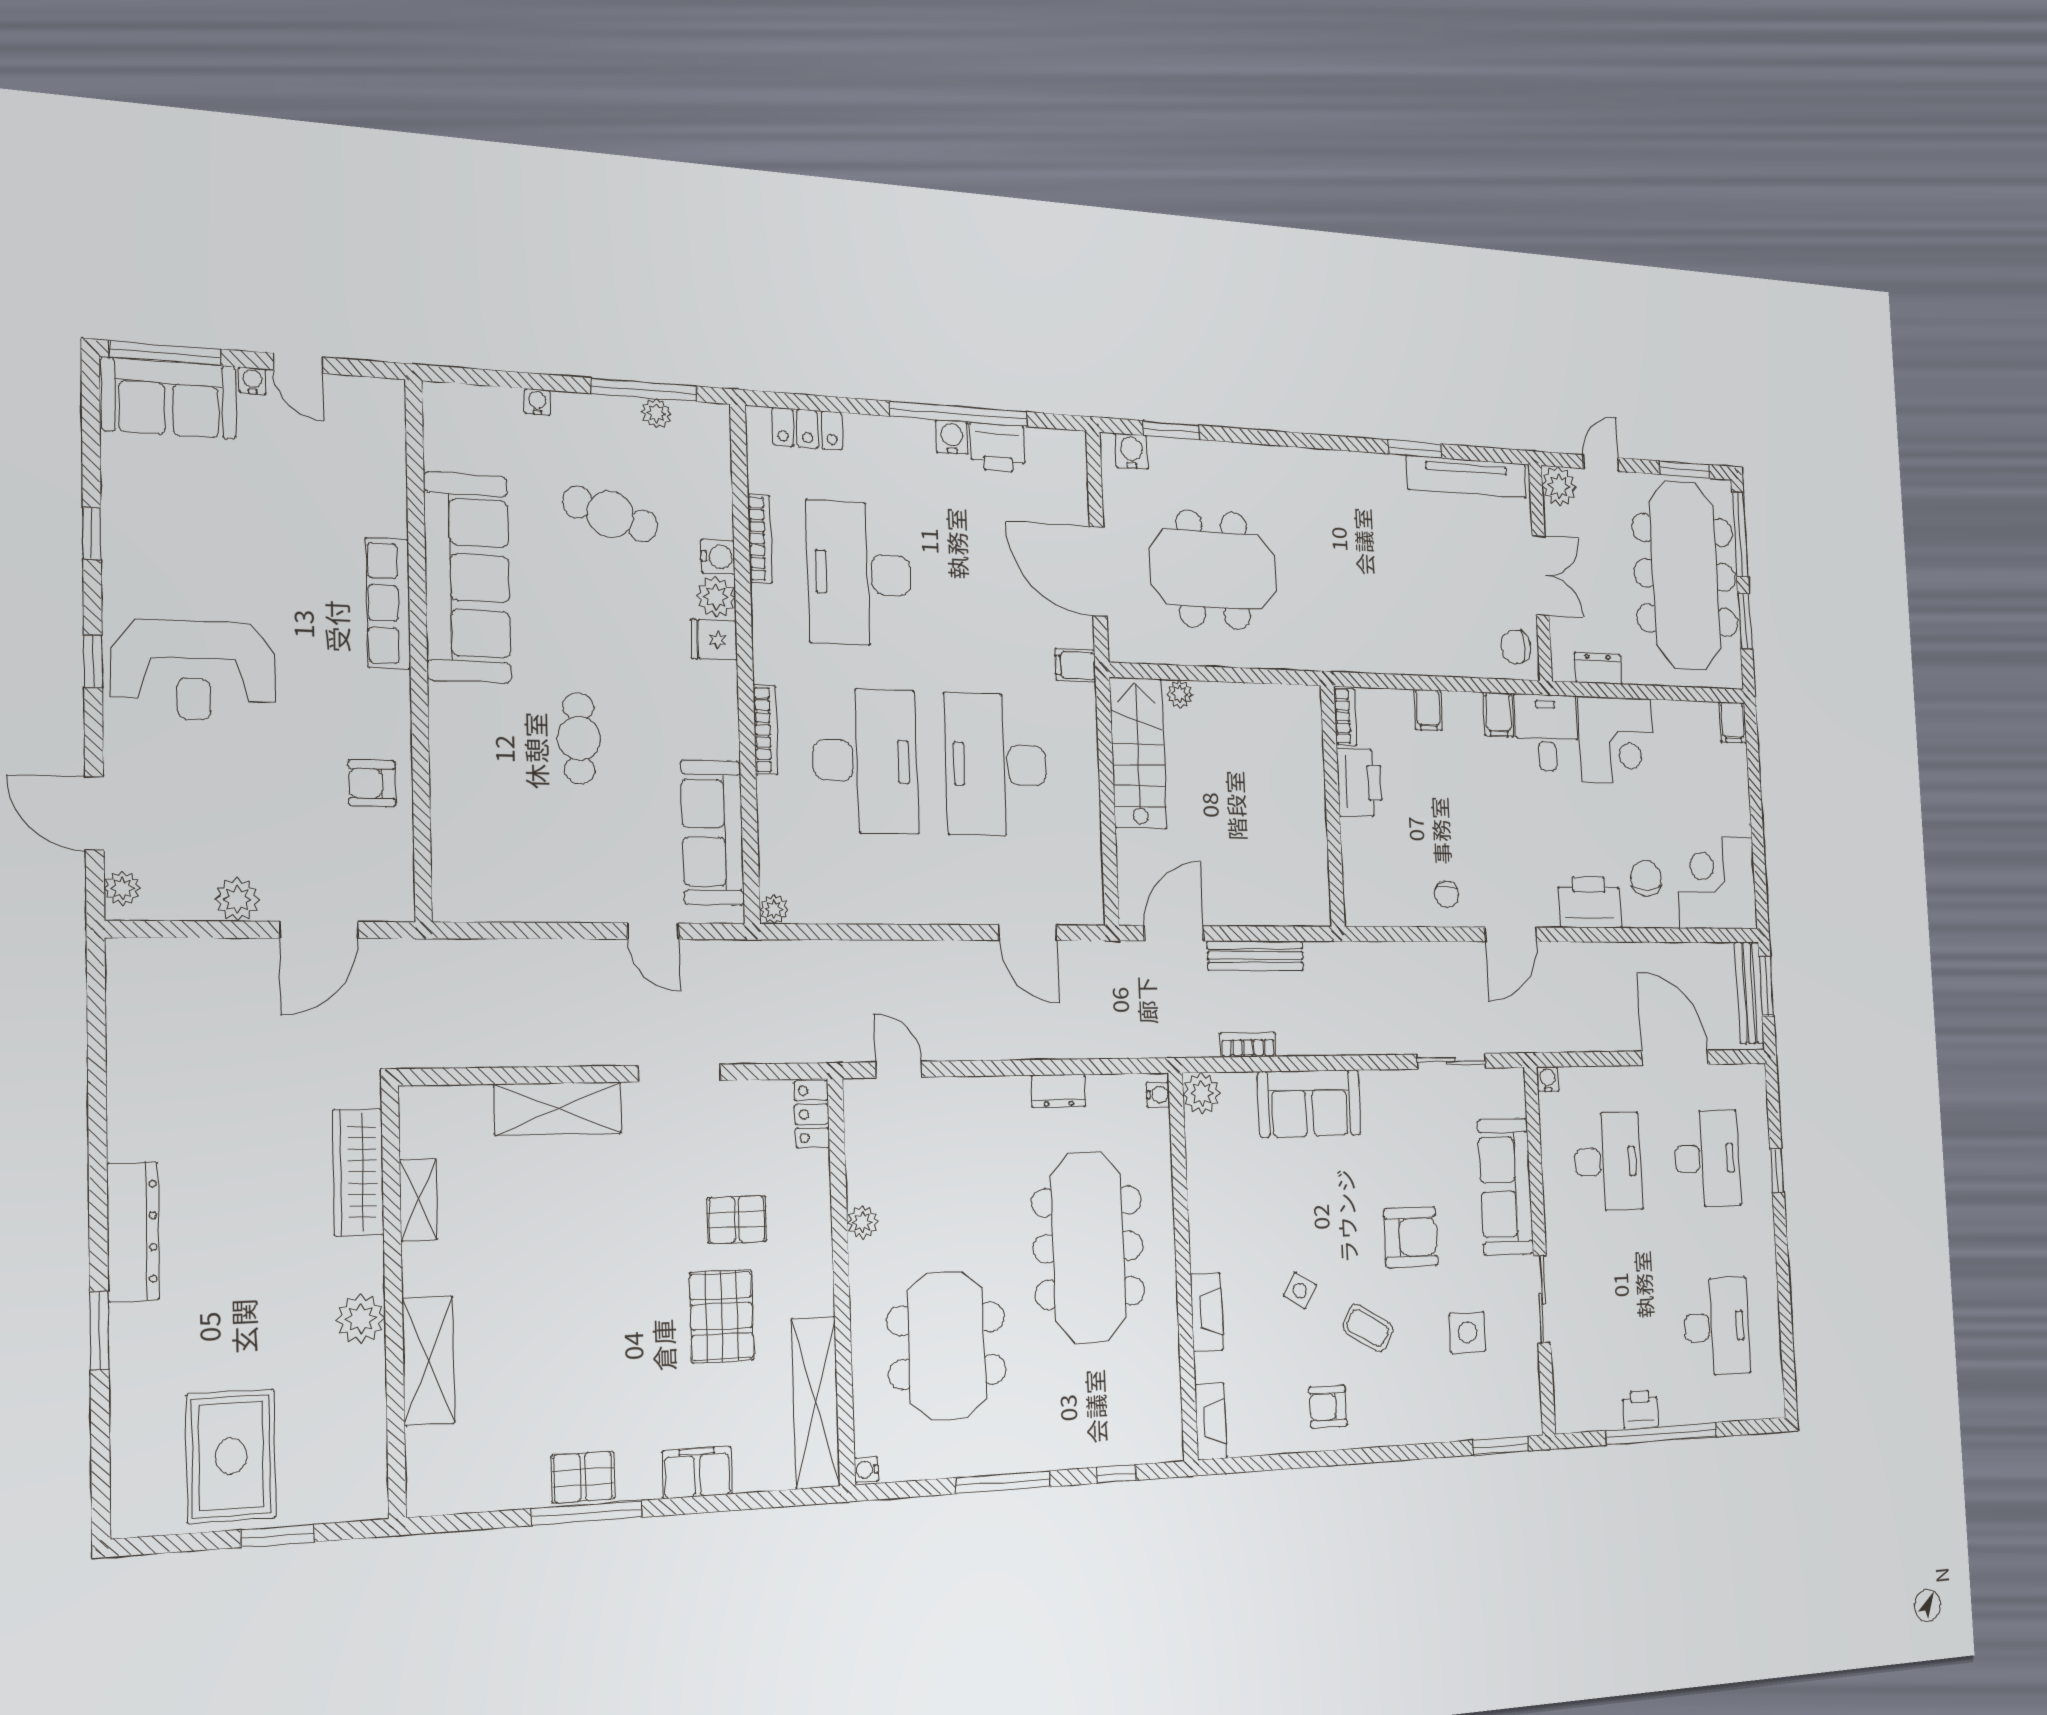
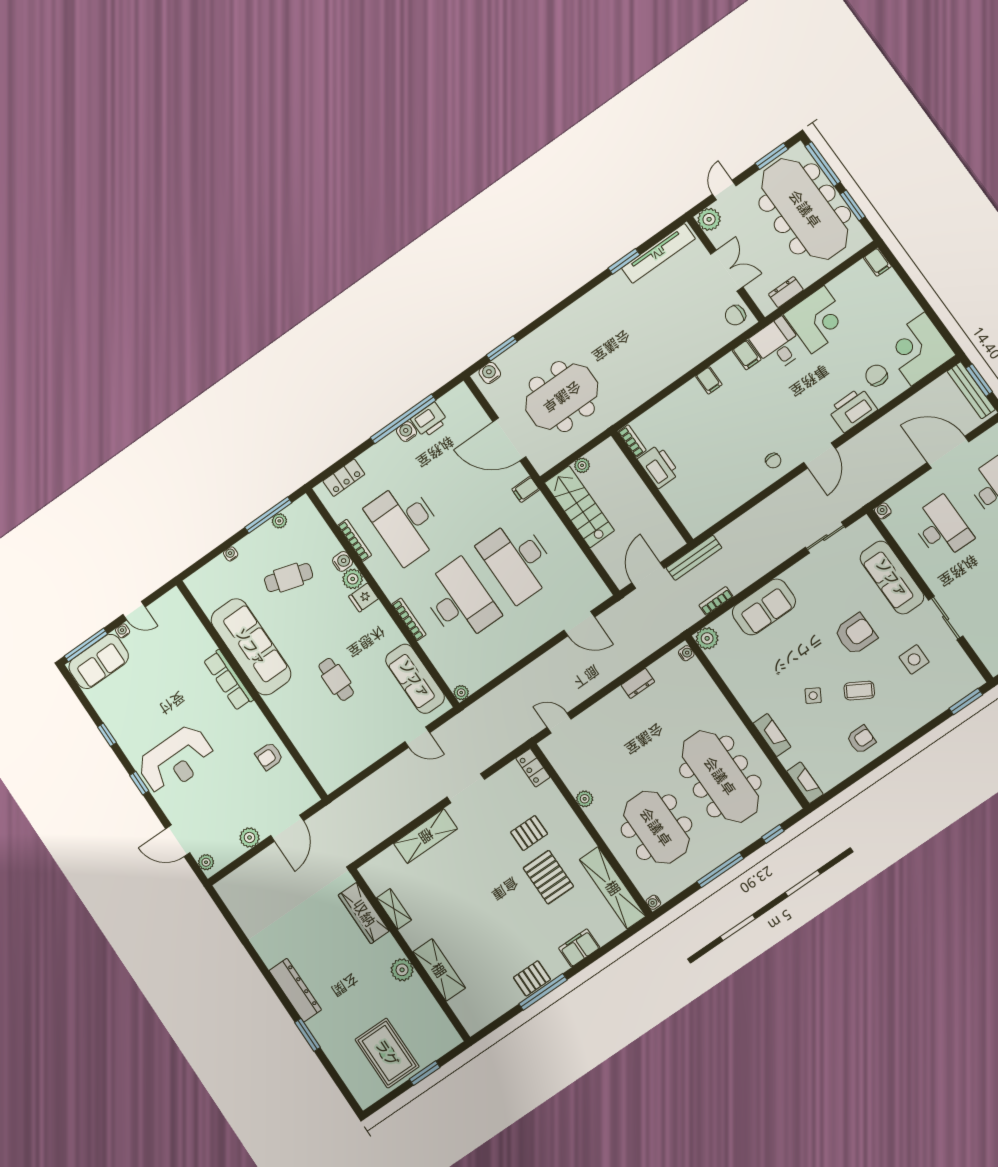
bookcase: (1345, 717) -> (632, 441), moved
printer: (1360, 782) -> (659, 466), moved
wall: (1333, 806) -> (652, 487), moved
meeting table: (1088, 1247) -> (720, 776), moved
armchair: (1328, 1407) -> (861, 740), turned 180

